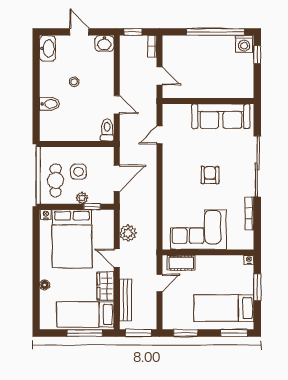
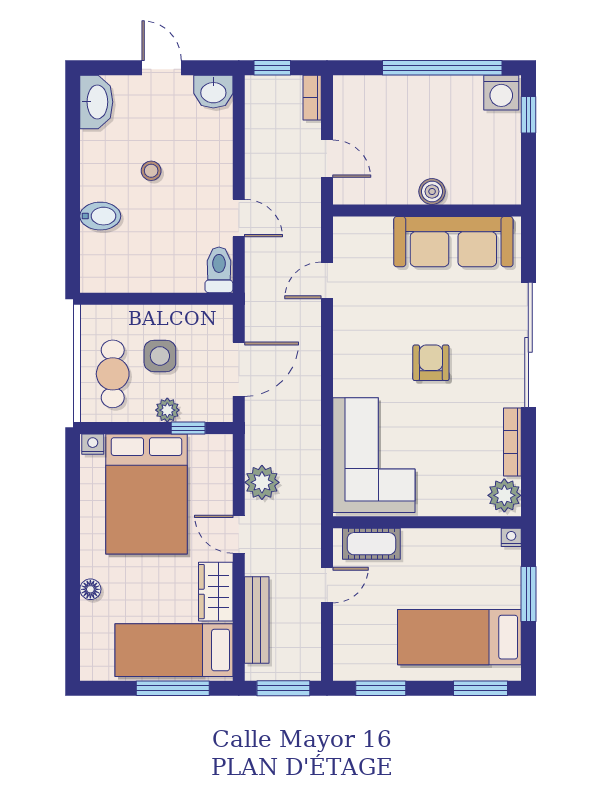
boiler: (210, 92) -> (432, 191), added
corner sofa: (198, 230) -> (374, 455), moved, turned 90
plant: (246, 239) -> (504, 495), added

